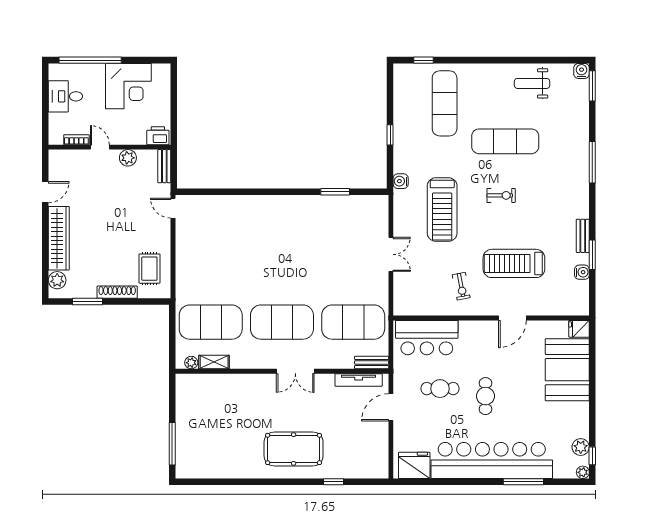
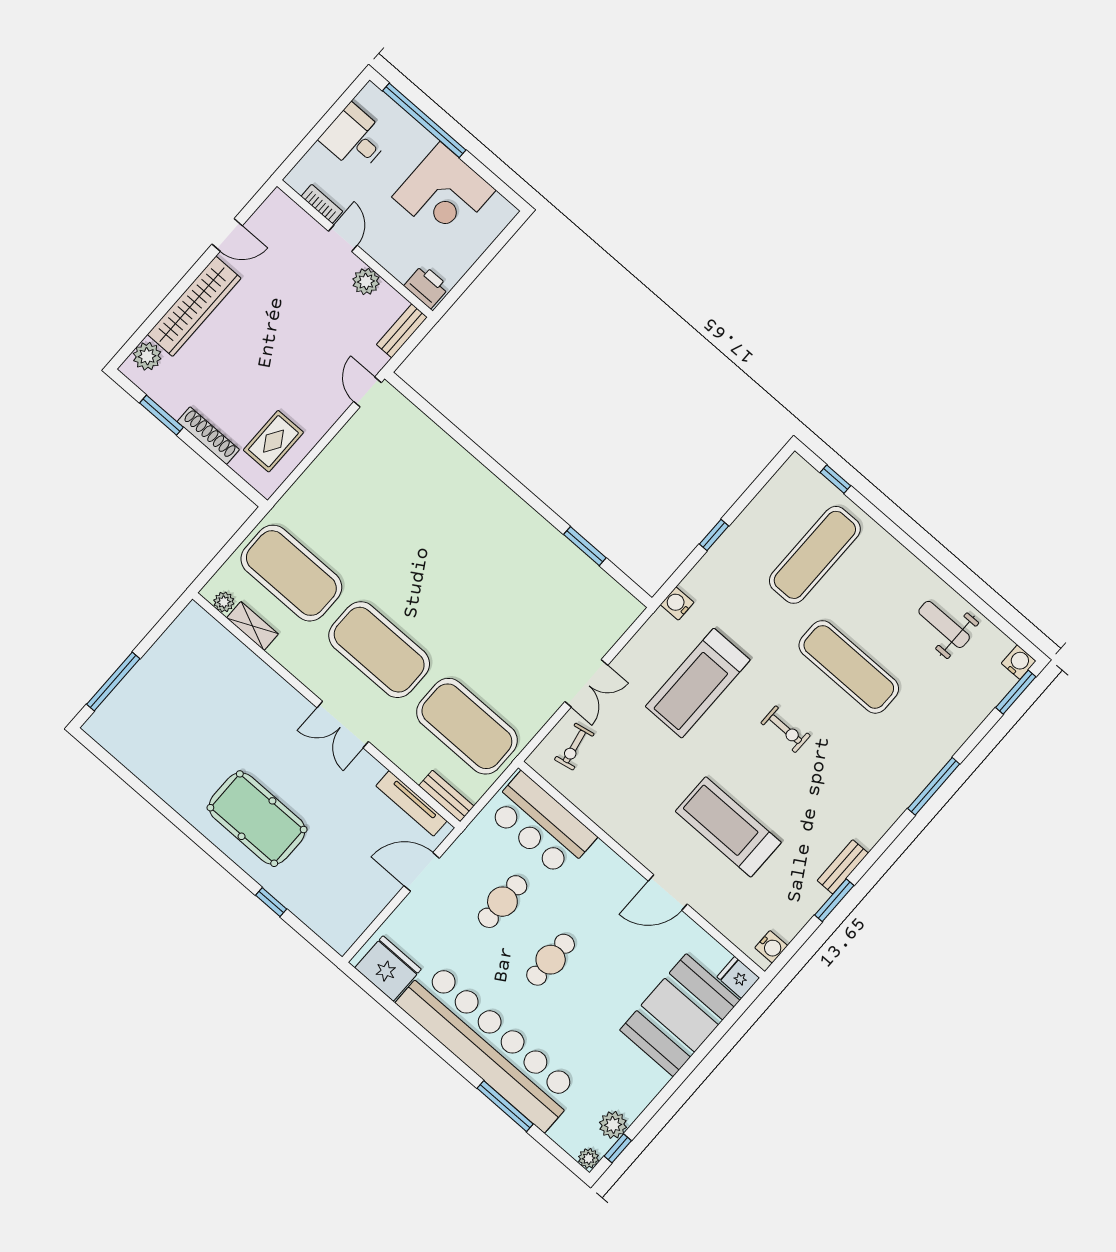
water cooler: (582, 272) -> (771, 947), moved
exercise bike: (461, 286) -> (574, 747), moved
cafe table: (440, 389) -> (502, 902), turned 90

